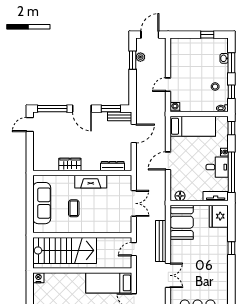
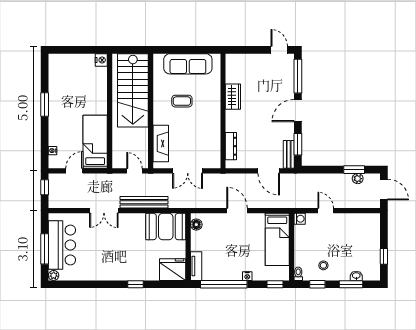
desk: (217, 167) -> (230, 268), removed
fireplace: (91, 182) -> (161, 144), moved, turned 180

